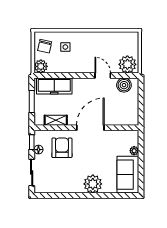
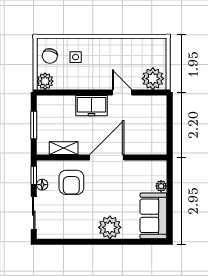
boiler: (124, 85) -> (149, 104), removed
freezer: (54, 86) -> (92, 106), moved, width x0.71
armchair: (62, 148) -> (71, 182), turned 180

